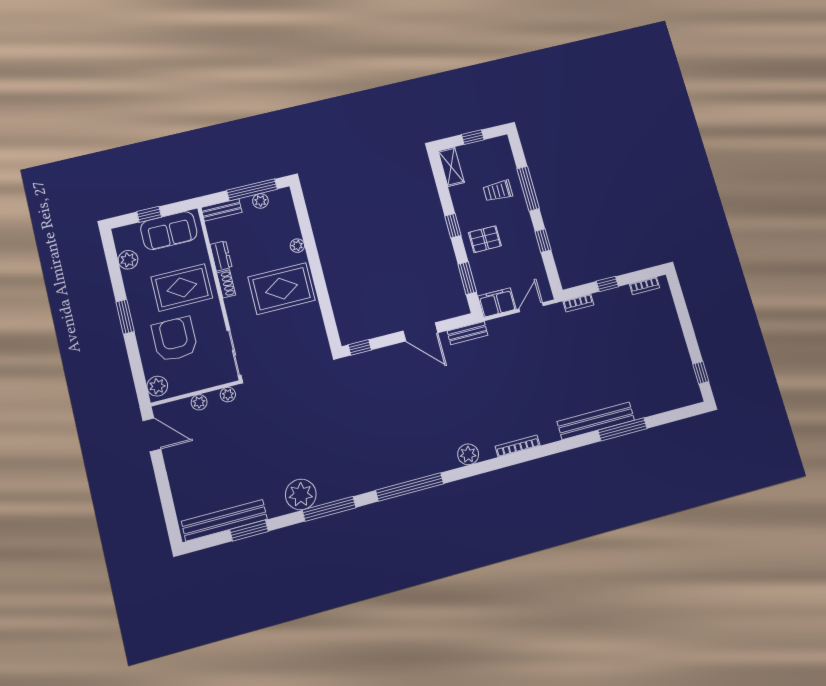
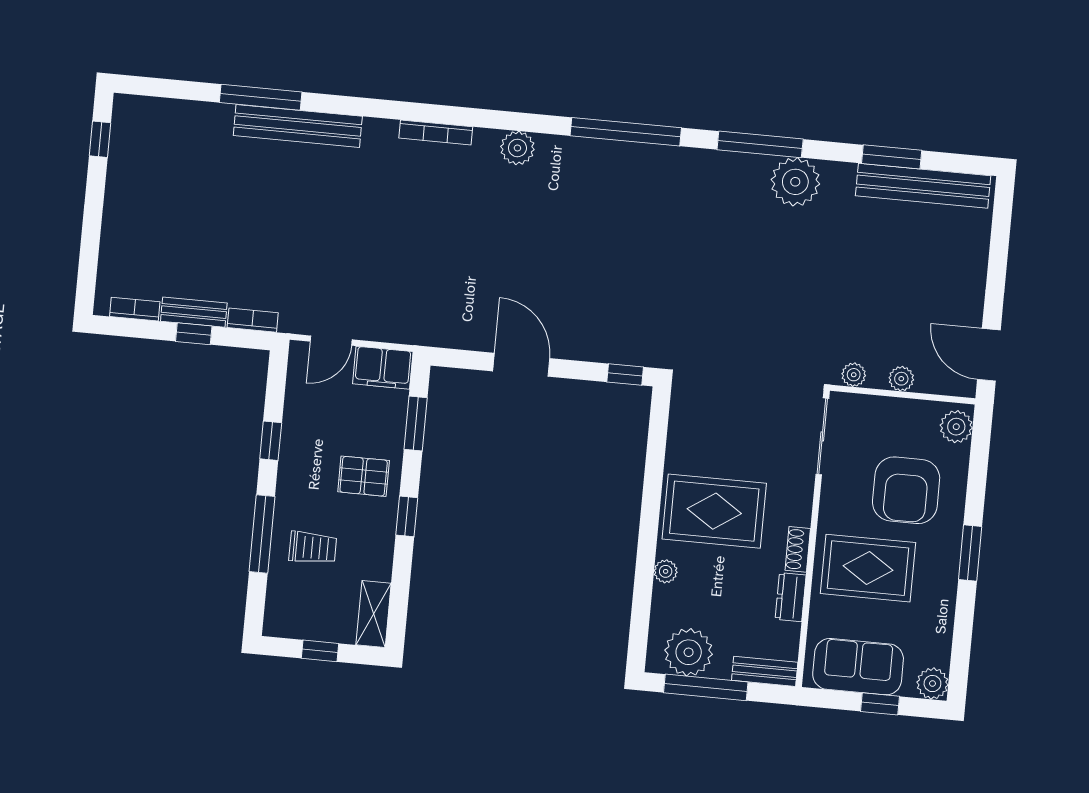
plant: (260, 201) -> (689, 652), width x1.87, depth x1.87
plant: (128, 260) -> (932, 684), moved
bench: (467, 333) -> (194, 312), moved

